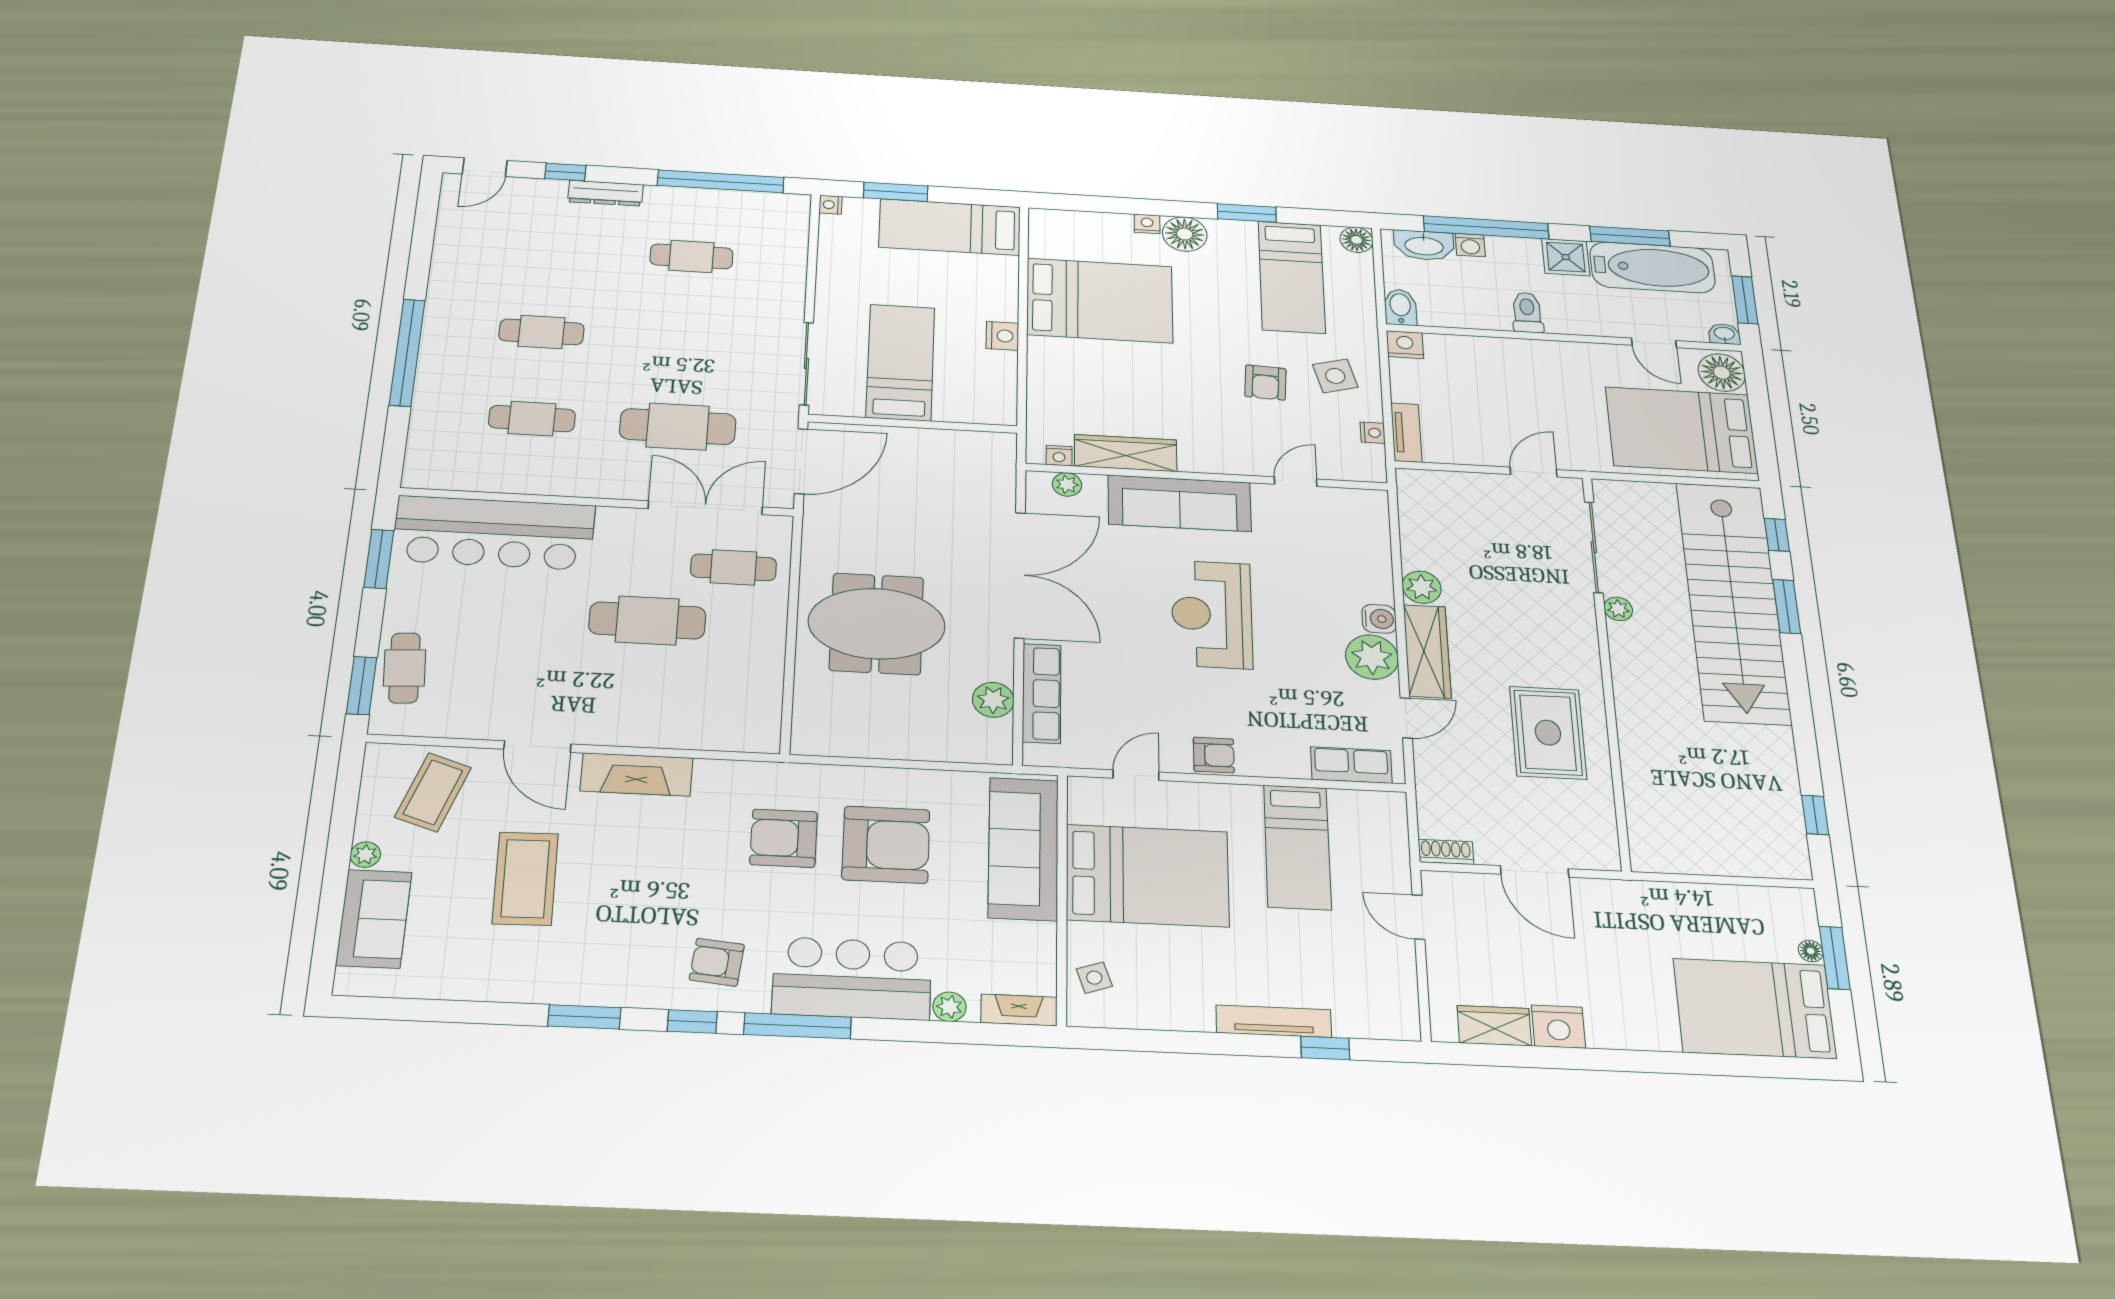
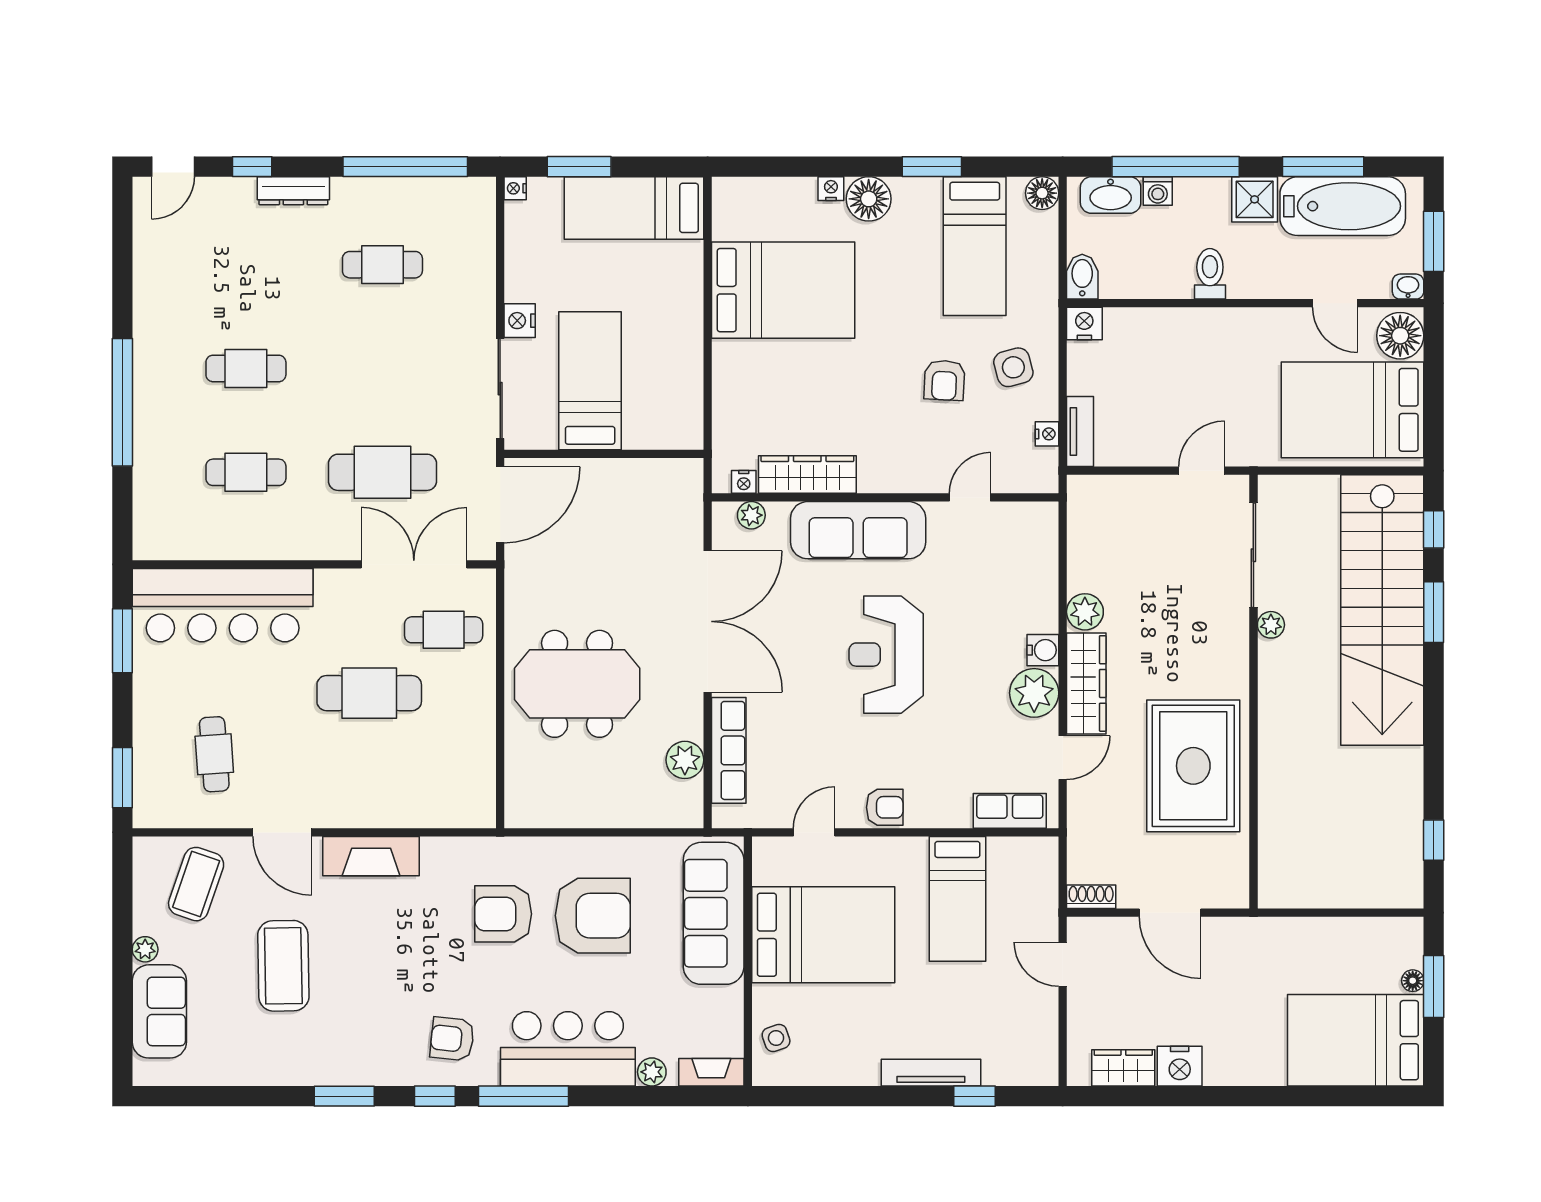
nightstand: (1002, 336) -> (520, 321), moved, turned 180
cafe table: (405, 668) -> (214, 754), moved
rug: (1548, 733) -> (1193, 766), width x1.37, depth x1.44

